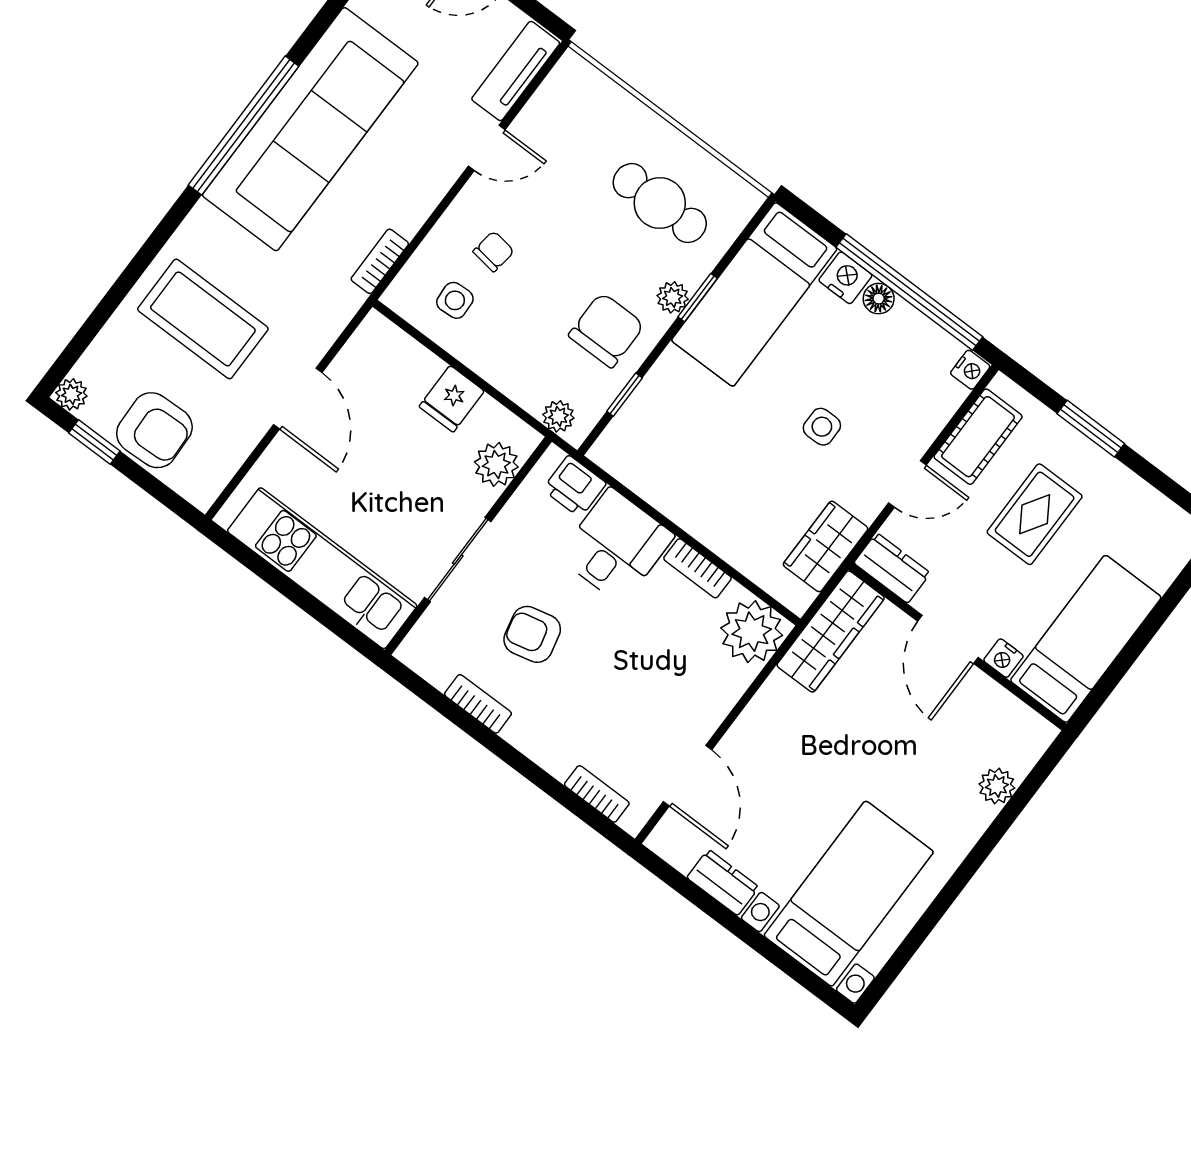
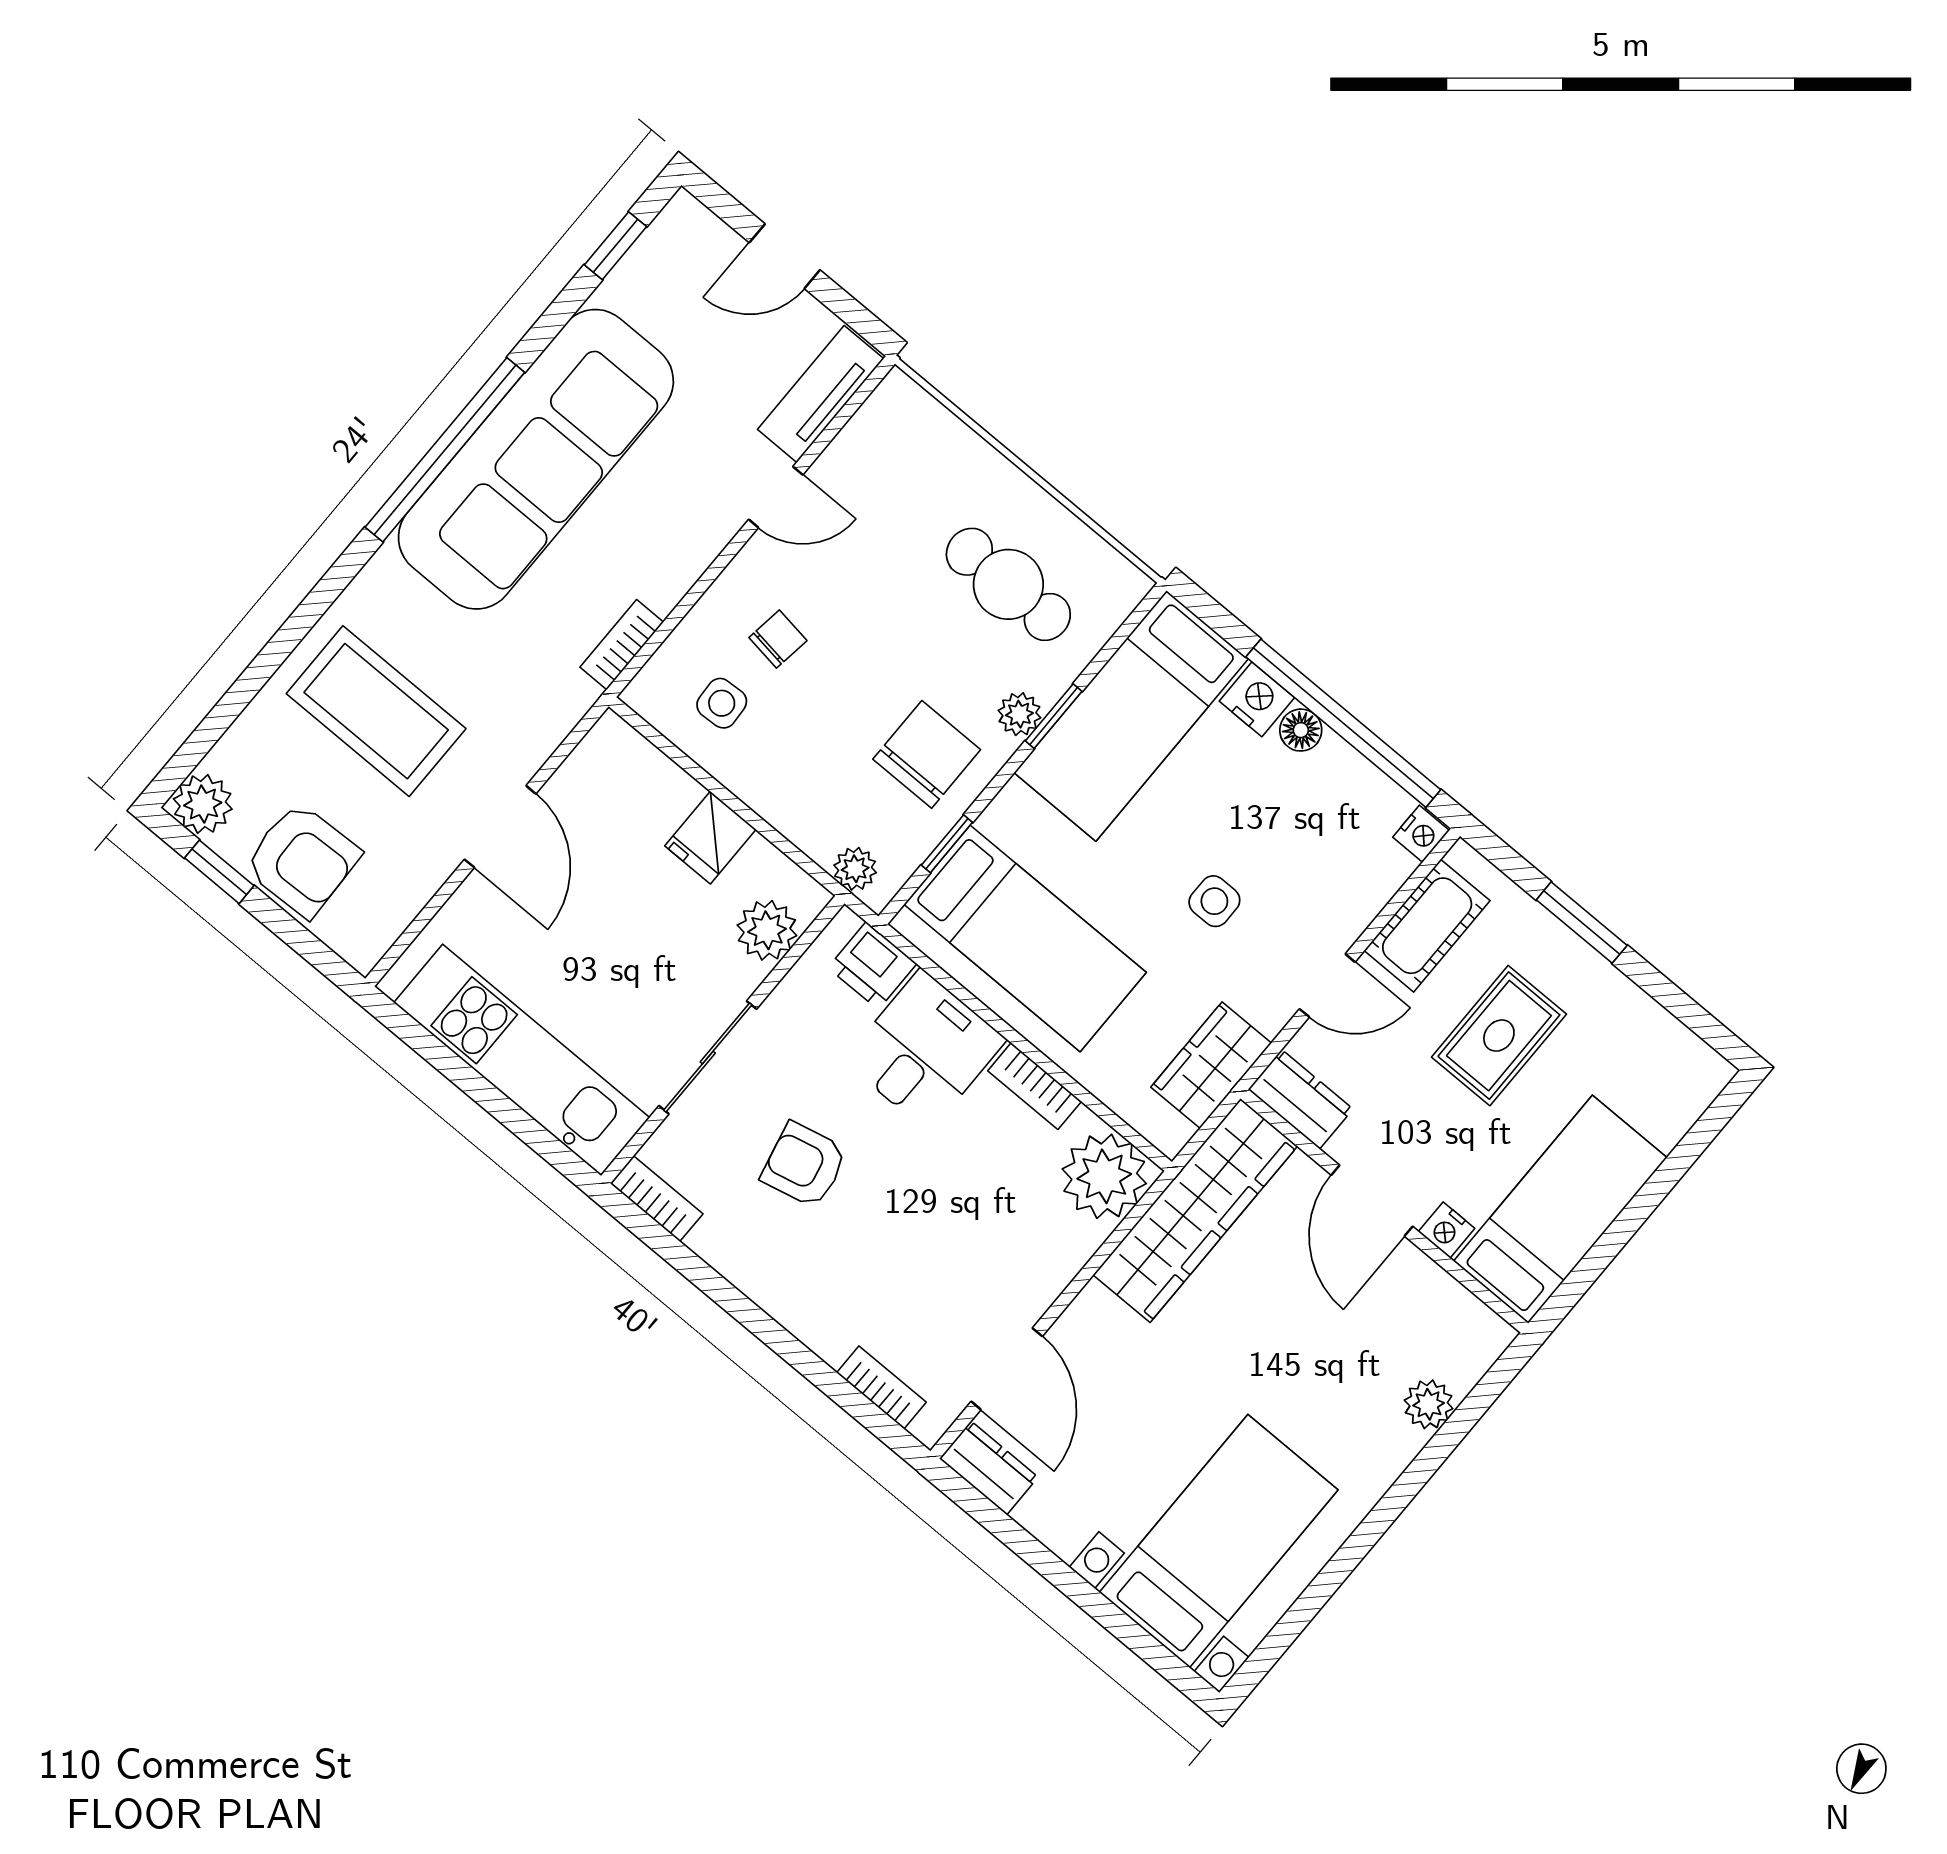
plant: (71, 394) -> (203, 804), width x1.38, depth x1.38
bed: (685, 461) -> (1025, 938), added
wardrobe: (831, 632) -> (1195, 1210), width x1.40, depth x1.17
bookcase: (478, 704) -> (657, 1199), moved
dresser: (723, 882) -> (989, 1468), moved

